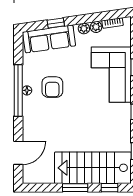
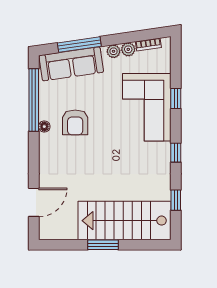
window: (56, 23) -> (79, 45), width x2.17
window: (18, 91) -> (34, 100), moved
window: (109, 188) -> (145, 245), removed

